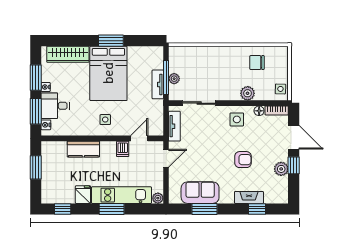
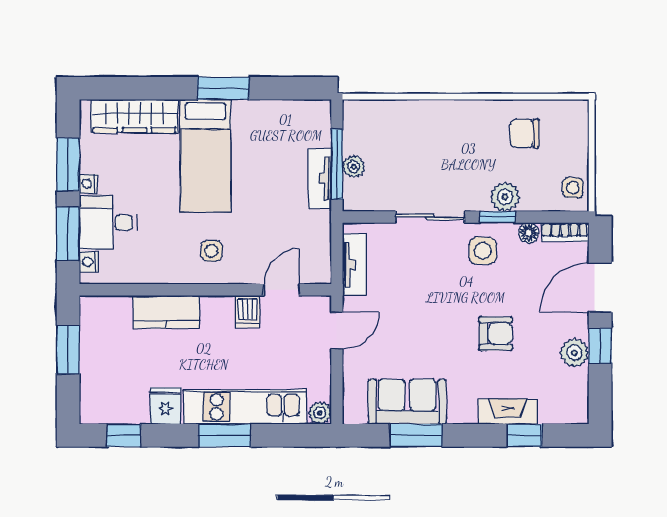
bed: (108, 73) -> (205, 156), width x0.67
sliding door: (199, 103) -> (430, 217), moved
window: (244, 103) -> (497, 217), added
door: (294, 137) -> (600, 287), swing flipped

